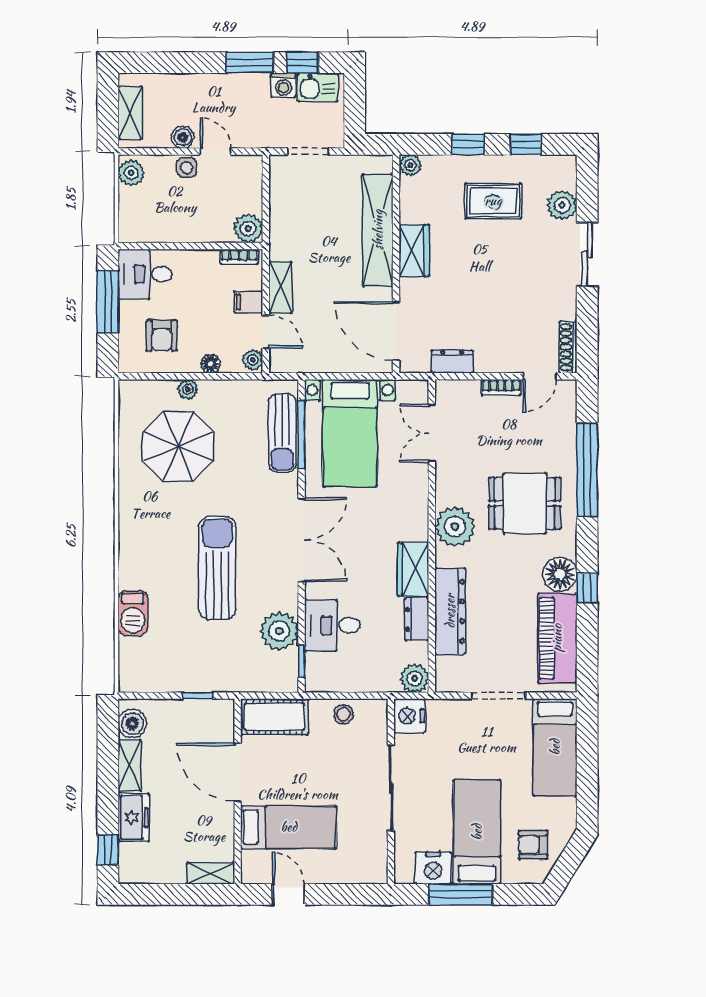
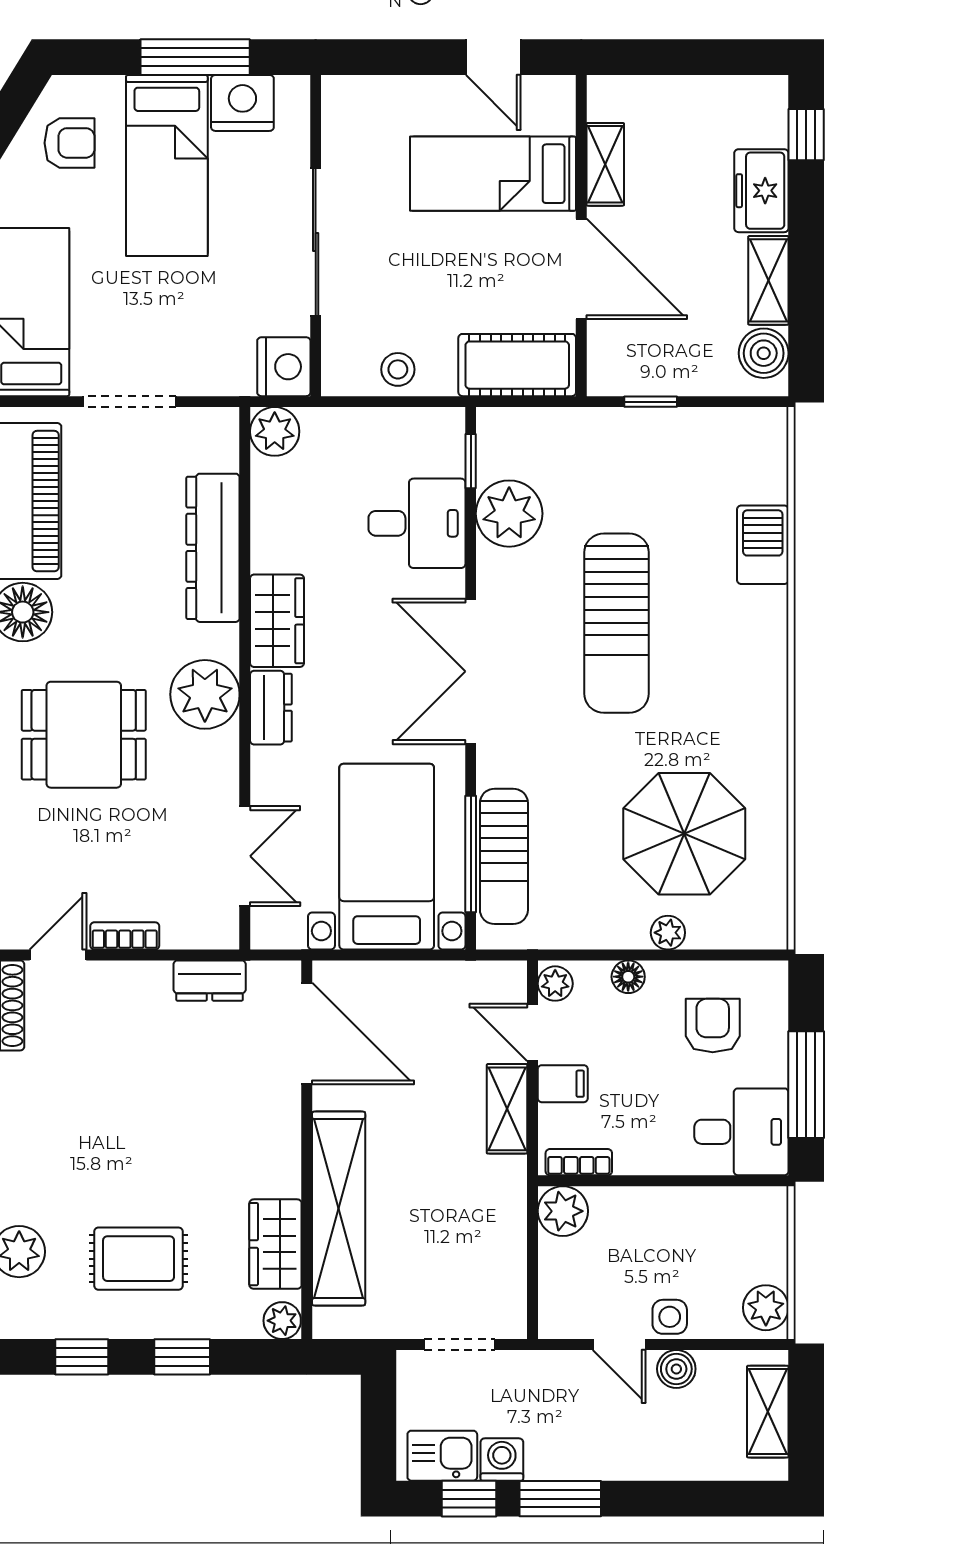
wardrobe: (414, 251) -> (275, 1244), moved
sun lounger: (282, 433) -> (504, 856), turned 180
dresser: (417, 619) -> (271, 708), moved
shelving: (211, 873) -> (605, 164), moved, turned 90

